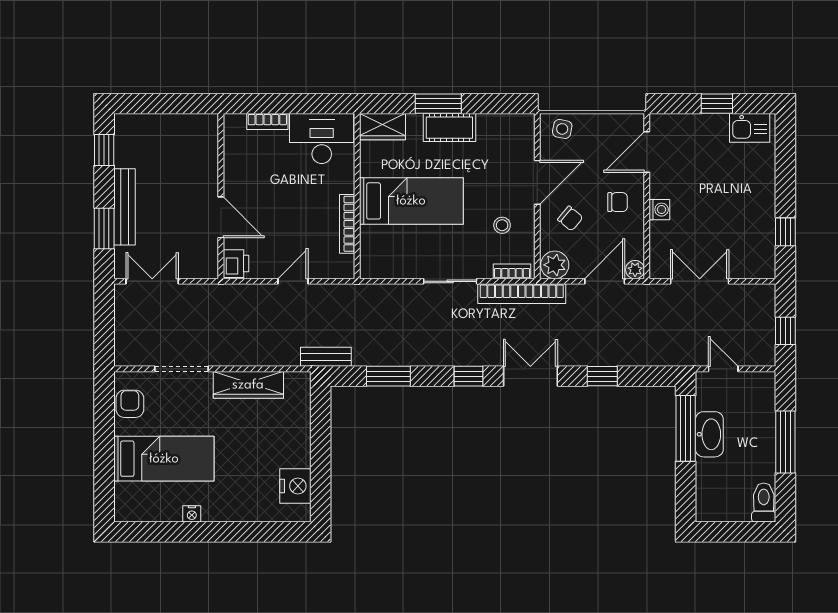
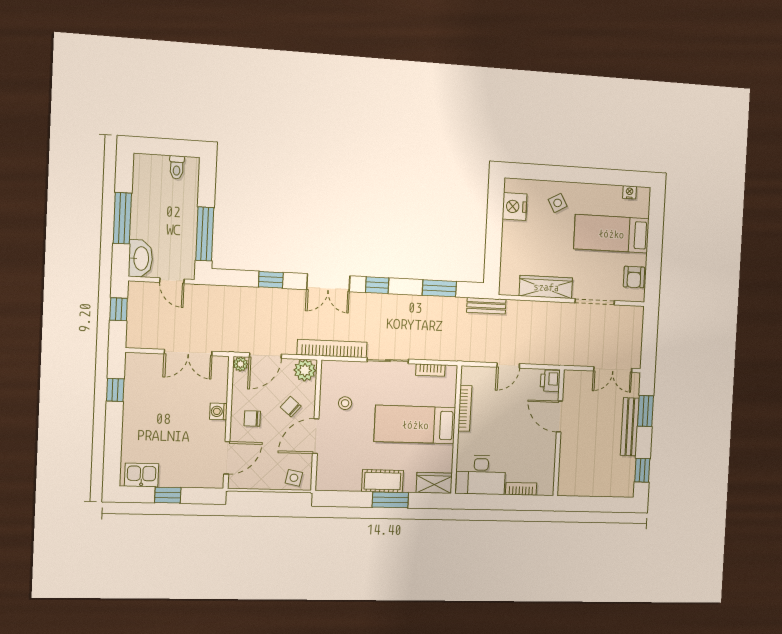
bookcase: (512, 271) -> (430, 370), moved
washbasin: (709, 434) -> (141, 258), moved, turned 180
side table: (238, 494) -> (558, 203), added
toilet: (764, 502) -> (177, 167), moved, width x0.73, depth x0.72
nightstand: (192, 514) -> (630, 192), moved

